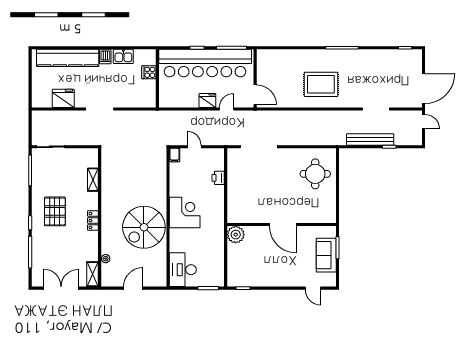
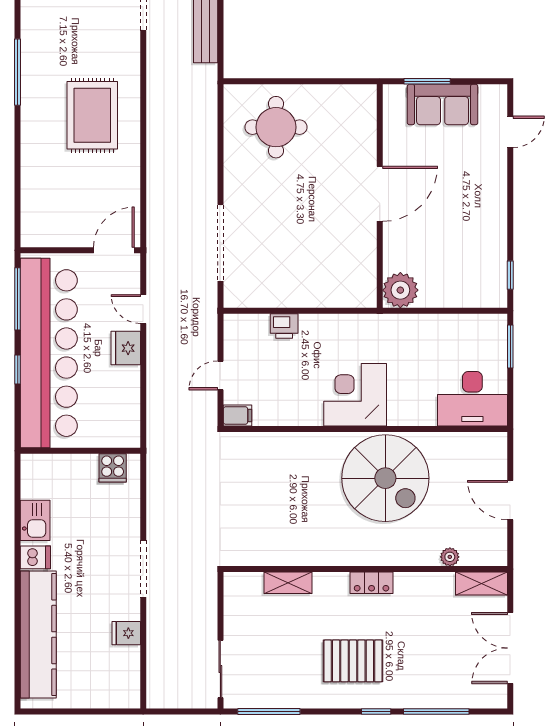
cooker: (149, 72) -> (113, 468), moved
fridge: (63, 98) -> (126, 633), width x0.53, depth x0.75

